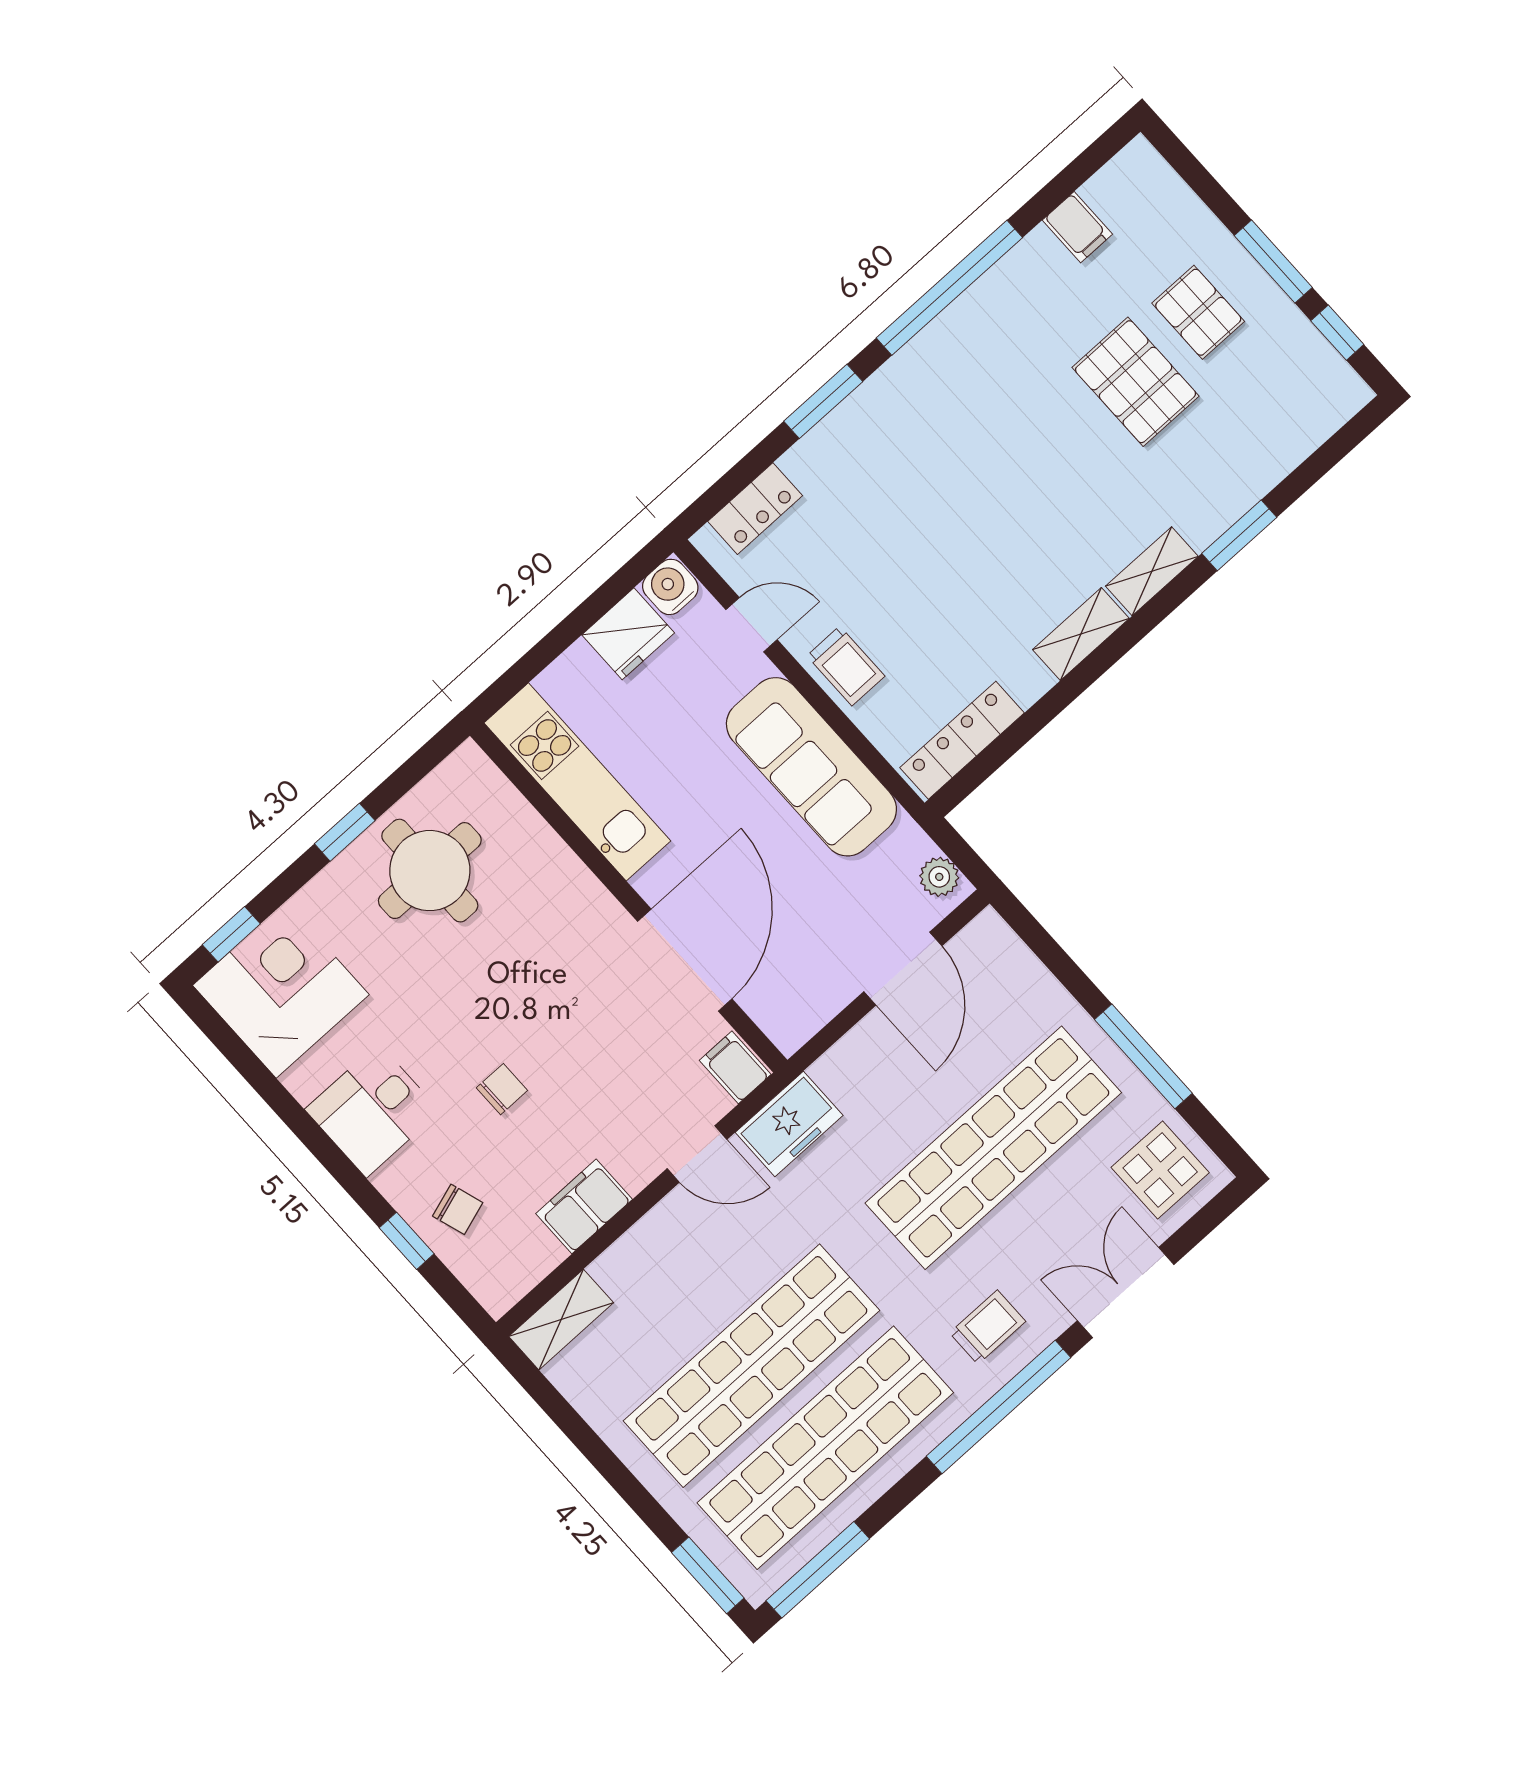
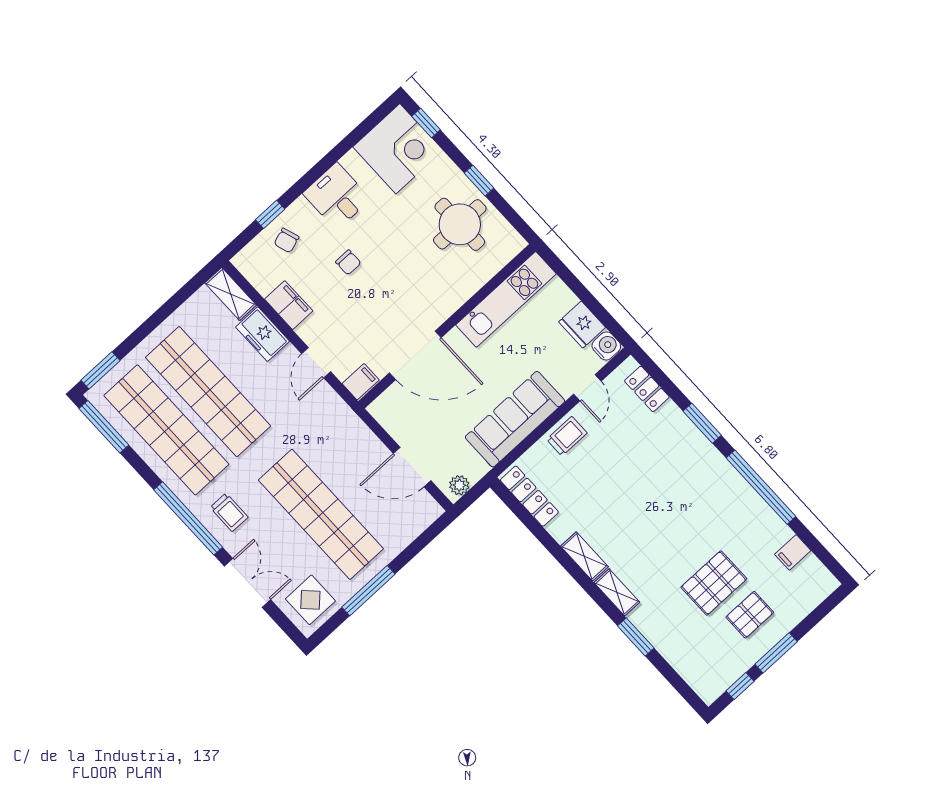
trolley: (846, 666) -> (567, 436), turned 180
freezer: (789, 1124) -> (263, 334), moved

